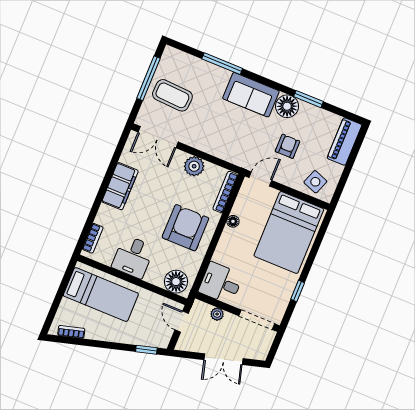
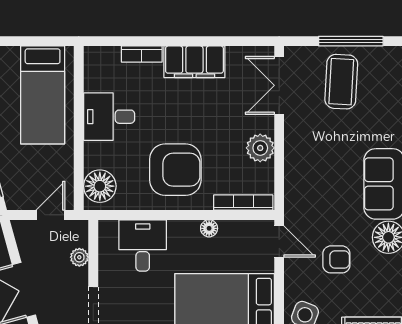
bookcase: (93, 238) -> (142, 54), moved
desk: (221, 283) -> (143, 245), moved

